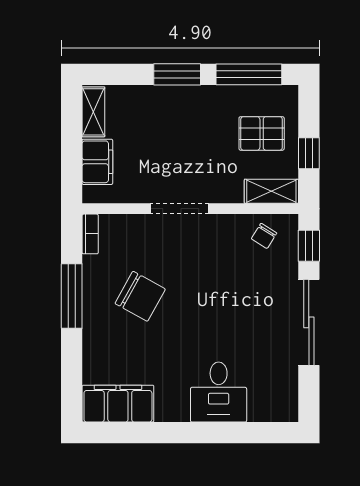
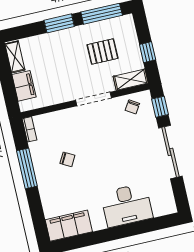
pallet: (262, 133) -> (102, 51), moved
doorway: (179, 209) -> (94, 99), moved
chair: (140, 296) -> (67, 159), width x0.54, depth x0.54
desk: (219, 392) -> (127, 205), width x1.37

